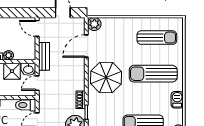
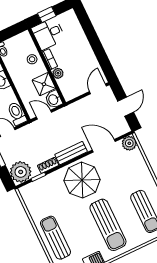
bench: (44, 56) -> (71, 153), moved
sun lounger: (153, 74) -> (108, 225), turned 180

